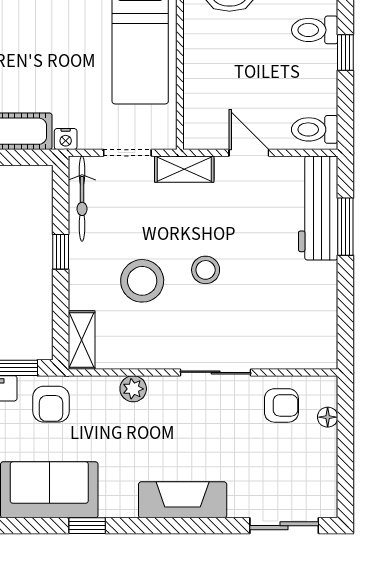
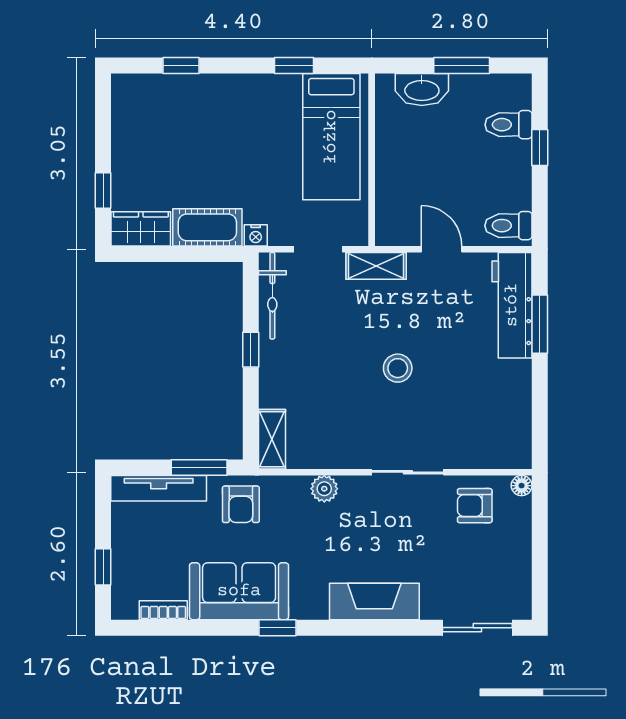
stool: (142, 281) -> (333, 379), removed
armchair: (281, 405) -> (475, 506), turned 180
floor lamp: (328, 417) -> (522, 486), moved

